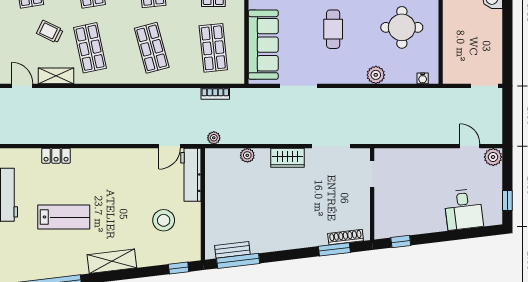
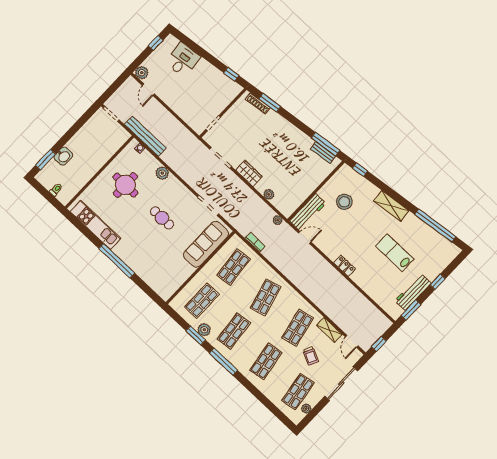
cafe table: (333, 29) -> (162, 218), turned 90
bench: (428, 96) -> (145, 136), added
locker: (56, 156) -> (345, 266), moved

